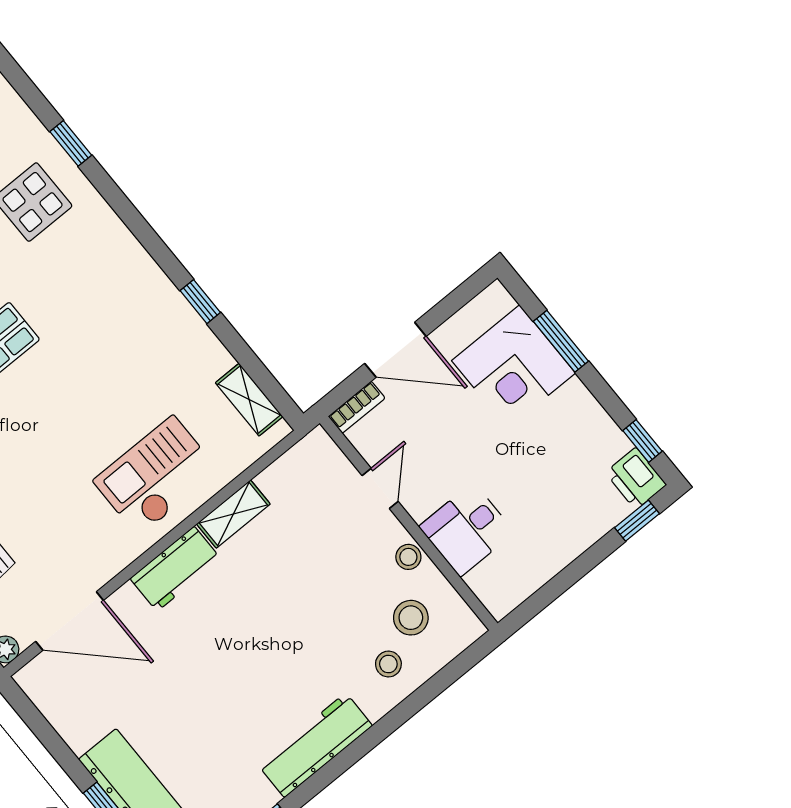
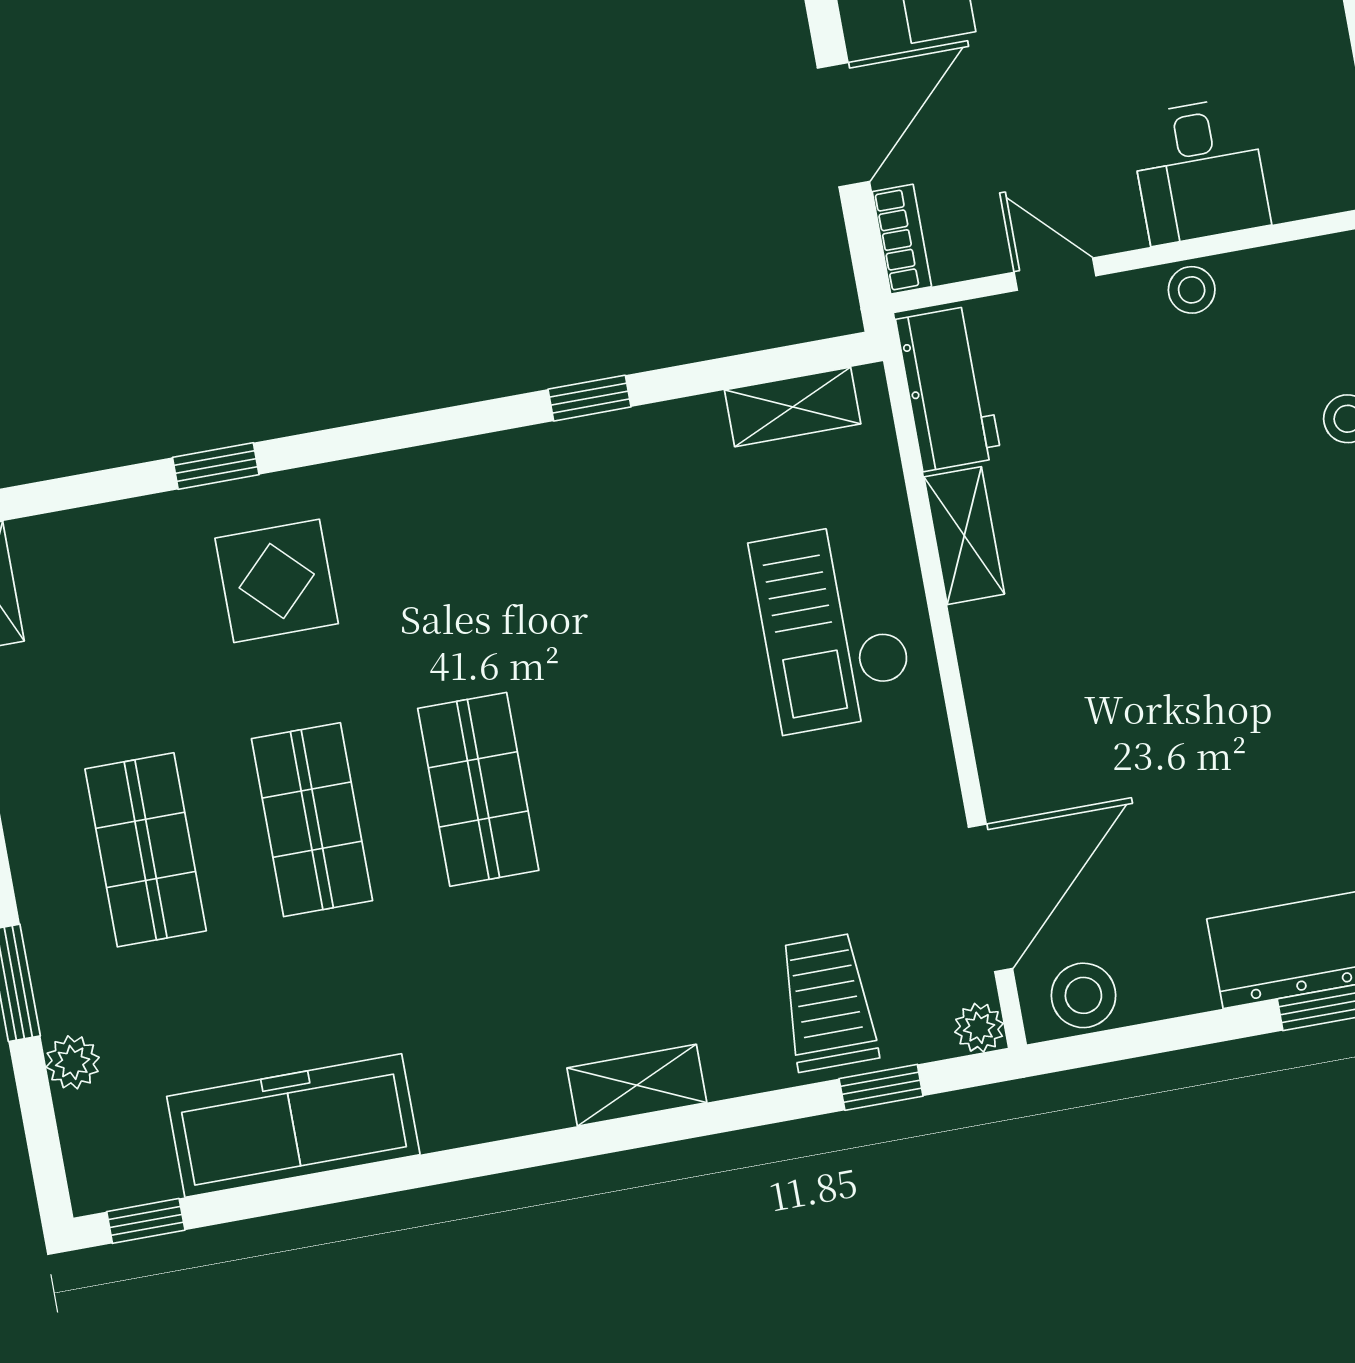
workbench: (176, 569) -> (949, 388), moved
stool: (411, 618) -> (1083, 995), moved

